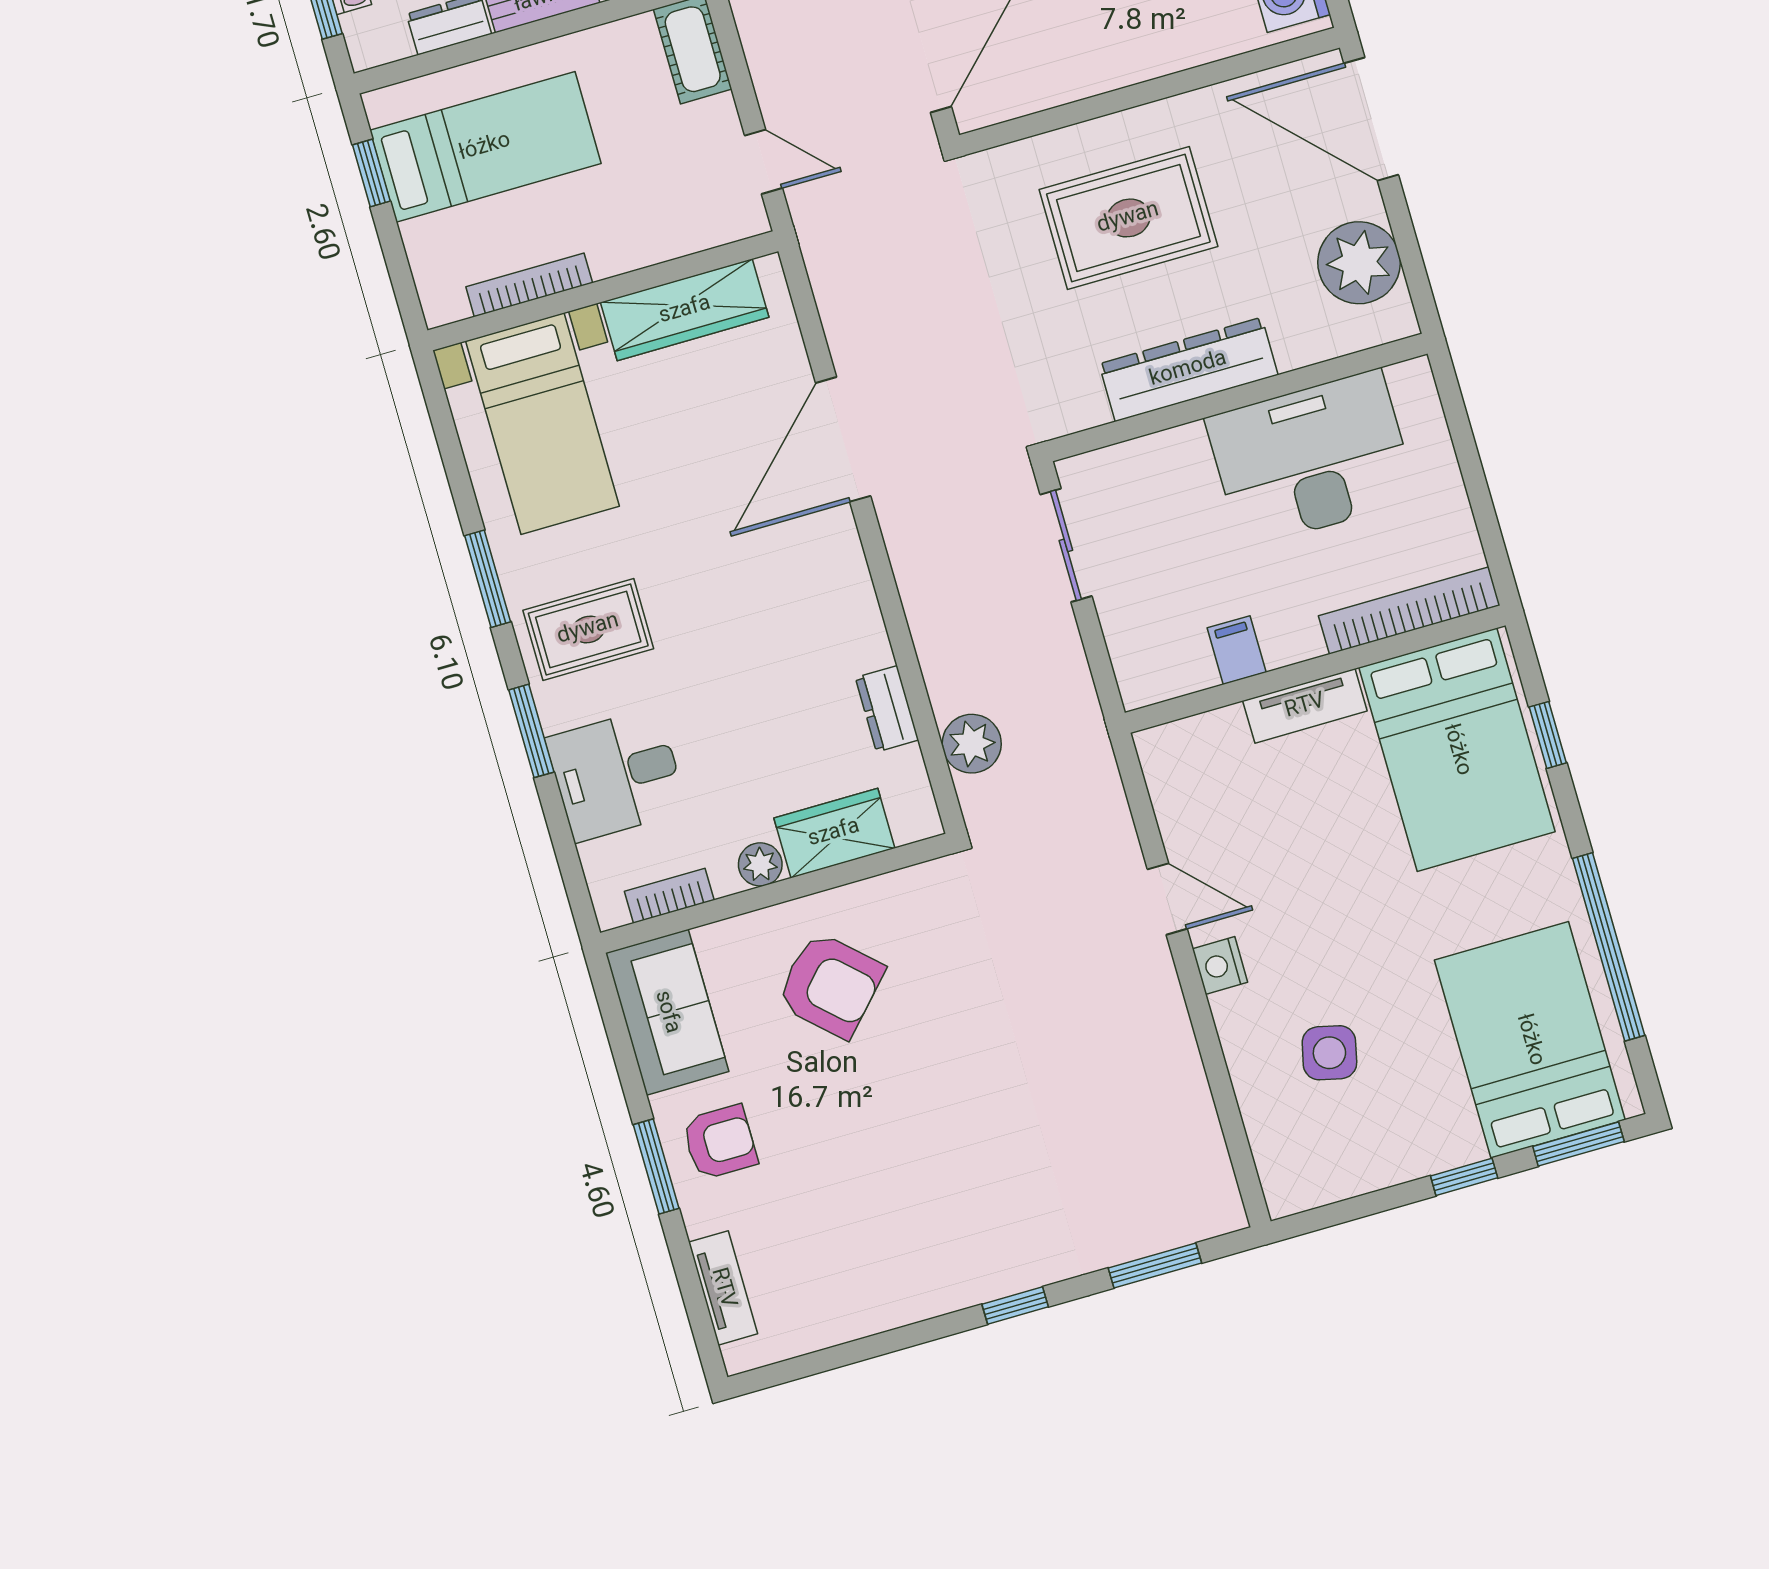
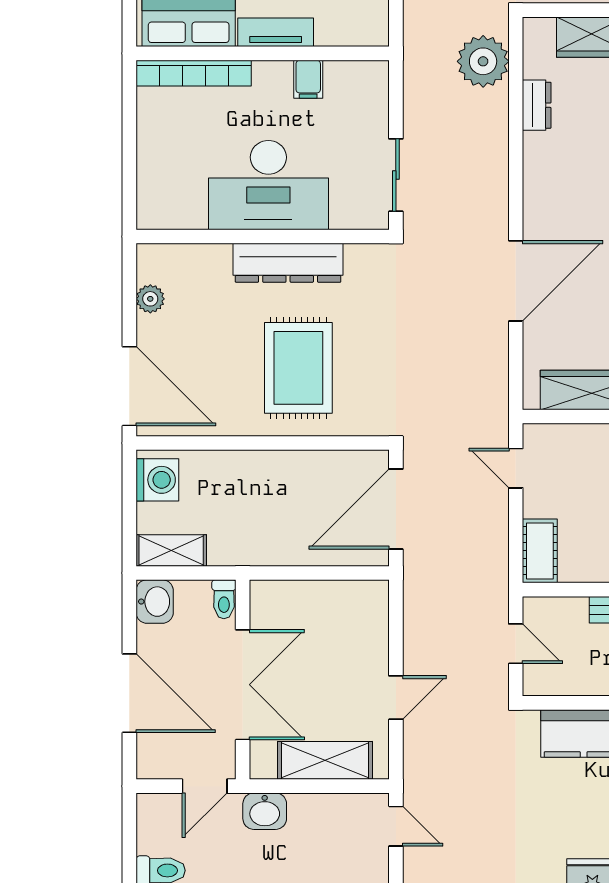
rug: (1128, 218) -> (298, 368), turned 90
plant: (1359, 263) -> (150, 299), width x0.53, depth x0.53
desk: (1311, 459) -> (268, 185), moved
plant: (972, 744) -> (483, 61), width x1.36, depth x1.36

